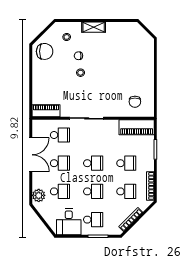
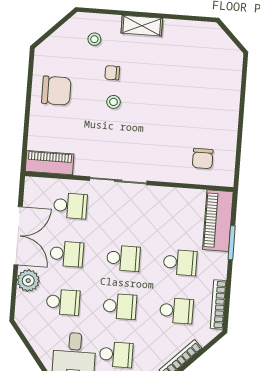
chair: (45, 51) -> (56, 91), moved
piano: (137, 127) -> (218, 221), moved, turned 90
plant: (39, 195) -> (28, 281), moved

